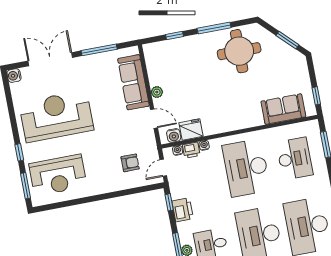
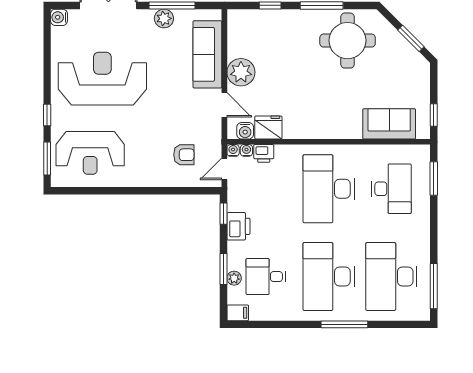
plant: (95, 61) -> (164, 18), added
plant: (157, 92) -> (241, 72), width x1.88, depth x1.88
water cooler: (204, 145) -> (233, 150), moved

